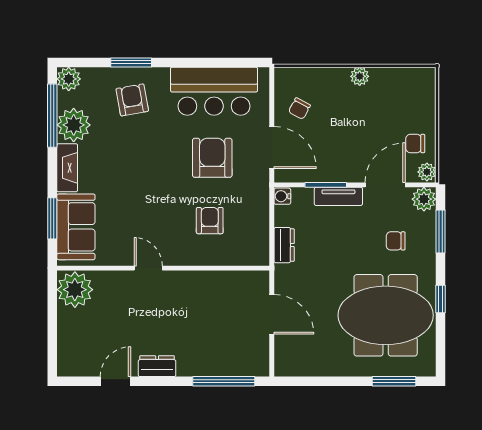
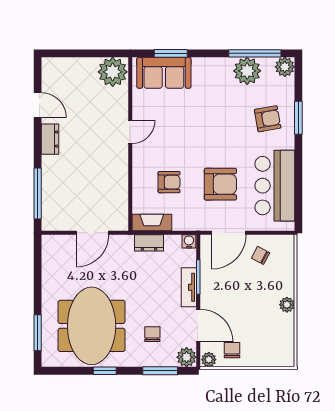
fireplace: (67, 168) -> (152, 223), moved, turned 180

